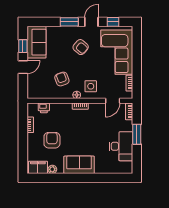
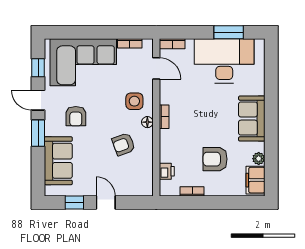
sofa: (36, 42) -> (58, 161), moved, turned 90
armchair: (81, 47) -> (76, 116), turned 139
window: (137, 134) -> (229, 32), moved
desk: (121, 146) -> (224, 61), width x1.36, depth x1.30

